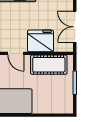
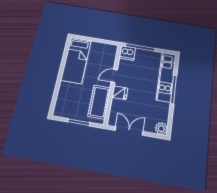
fridge: (40, 41) -> (120, 93), width x0.53, depth x0.75

